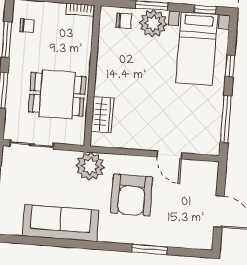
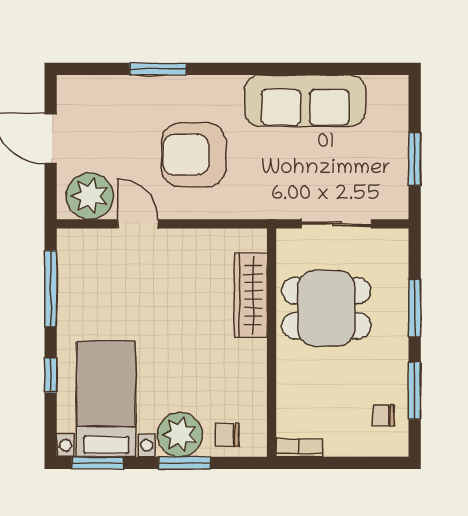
window: (205, 10) -> (98, 463), width x1.50
wardrobe: (102, 114) -> (251, 295), width x1.50
sliding door: (32, 145) -> (337, 224), moved
plant: (90, 166) -> (90, 196), moved
armchair: (132, 195) -> (194, 155), turned -90

